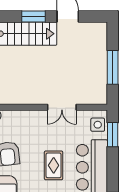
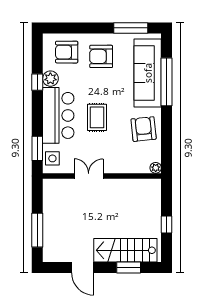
window: (33, 17) -> (129, 268), moved
window: (113, 67) -> (37, 230), moved

